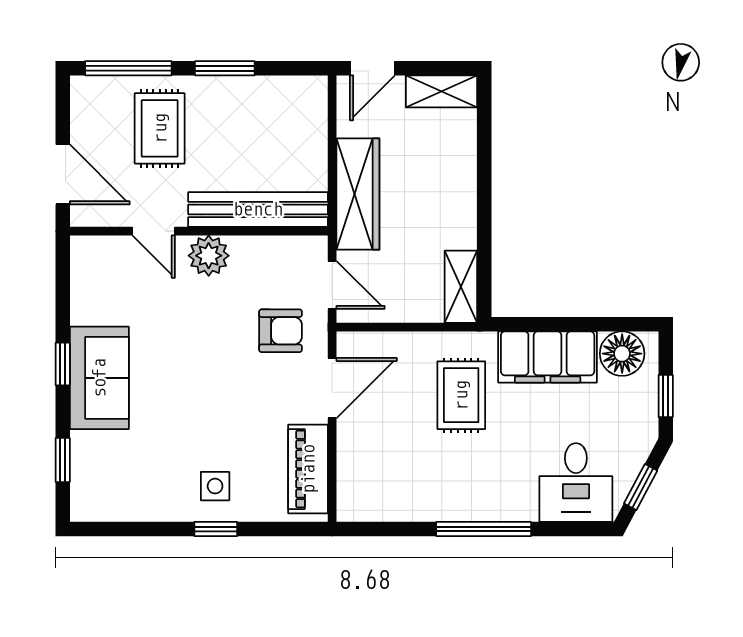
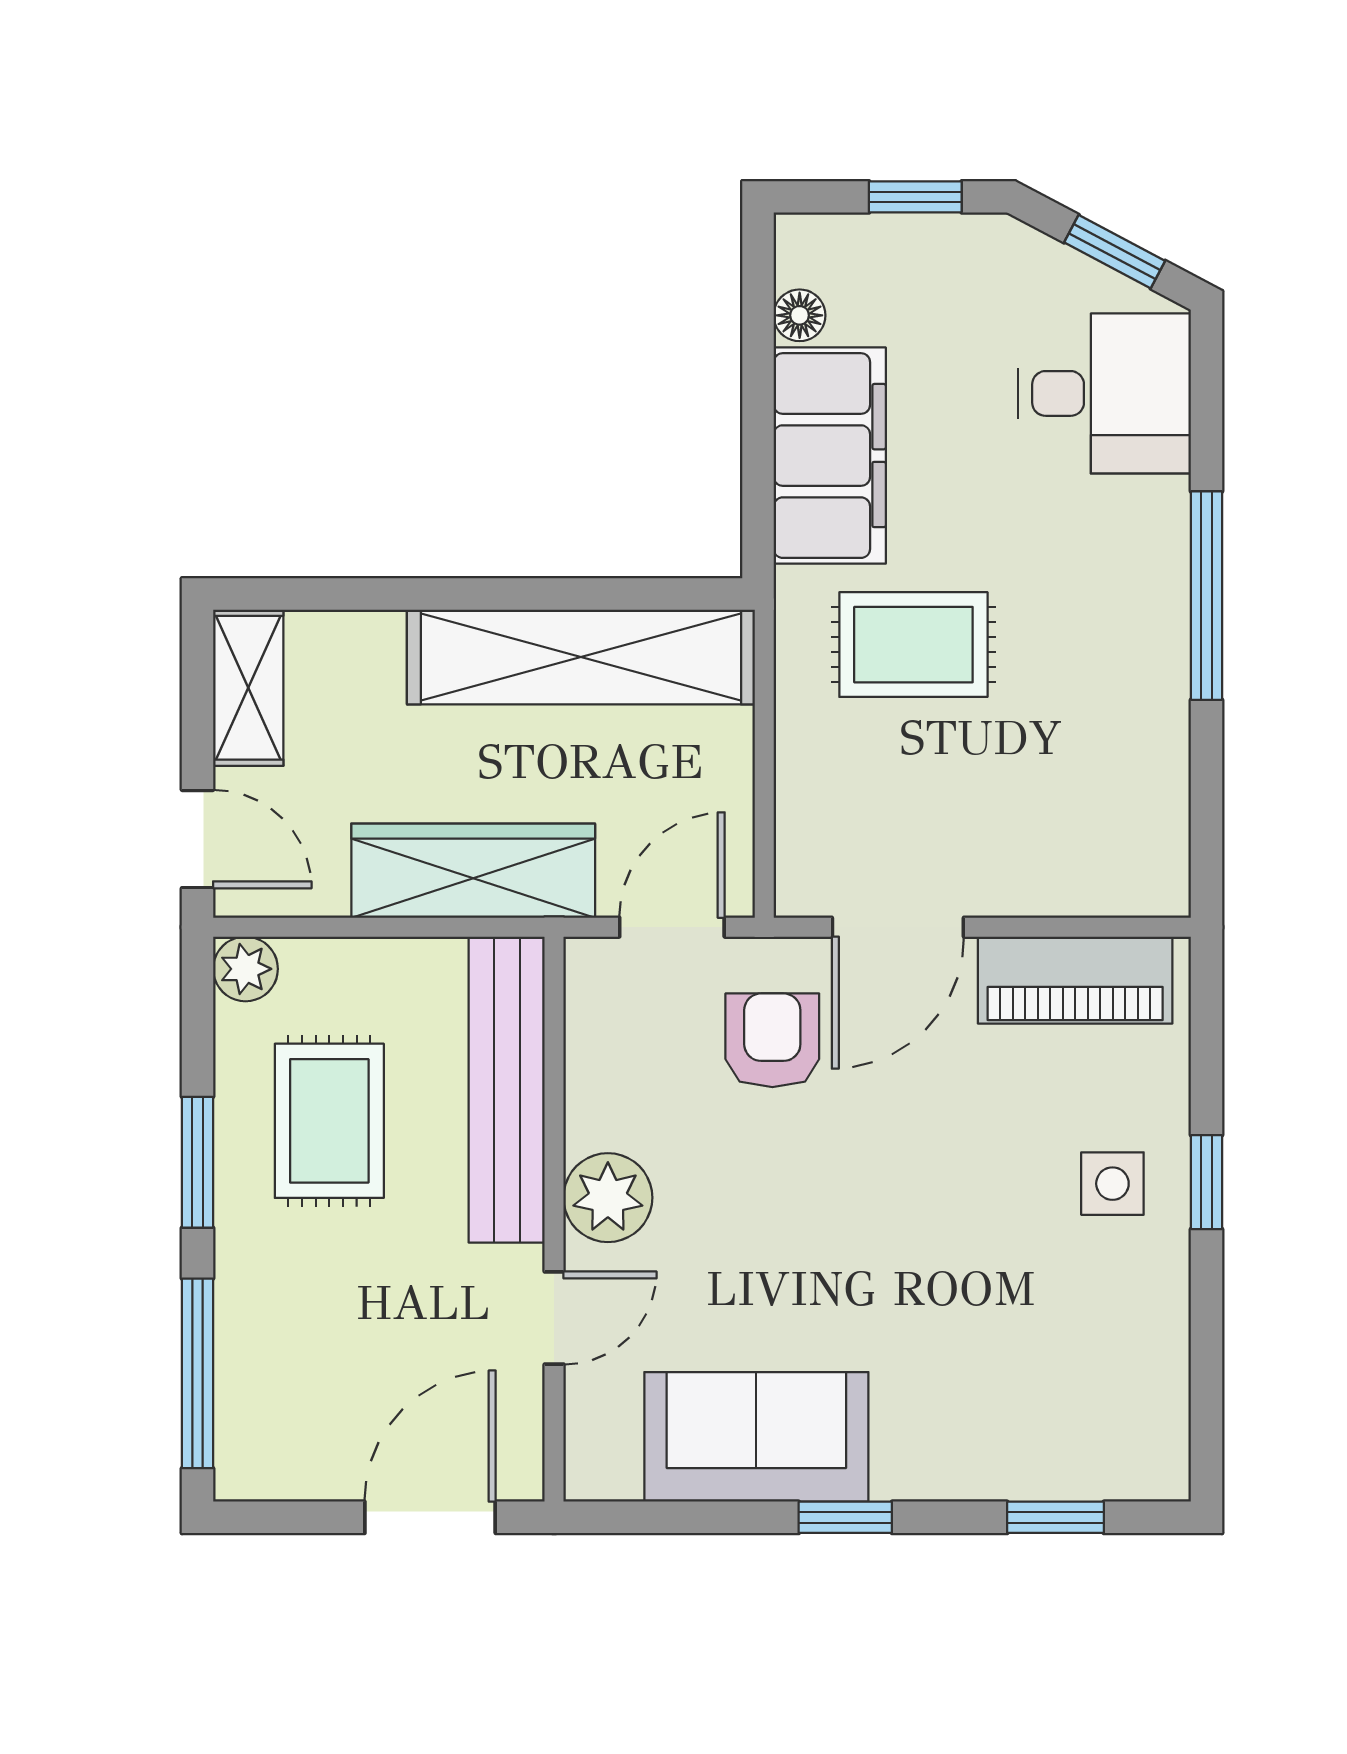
plant: (313, 90) -> (245, 969), added
rug: (160, 128) -> (329, 1121), moved, turned 90
shelving: (461, 287) -> (581, 657), width x2.20, depth x1.33
floor lamp: (622, 354) -> (800, 315), width x0.53, depth x0.53
sofa: (99, 378) -> (756, 1437), moved
door: (332, 388) -> (898, 927), swing flipped

